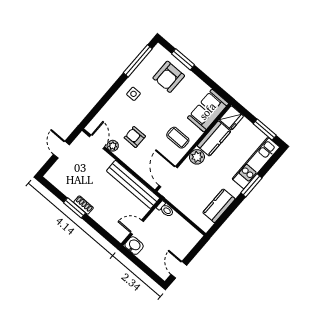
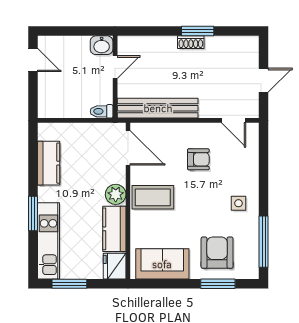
sofa: (208, 111) -> (162, 264), moved, turned -90
coffee table: (178, 138) -> (153, 197), width x1.36, depth x1.30
plant: (113, 146) -> (214, 130), removed
door: (61, 150) -> (264, 80), hinge flipped

